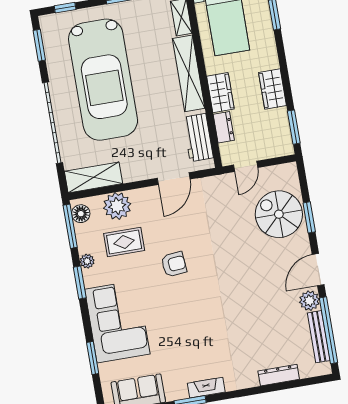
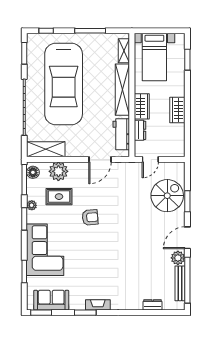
window: (294, 127) -> (187, 138), removed
spiral stairs: (279, 214) -> (167, 196), turned 90
dresser: (279, 375) -> (153, 305), width x0.70

